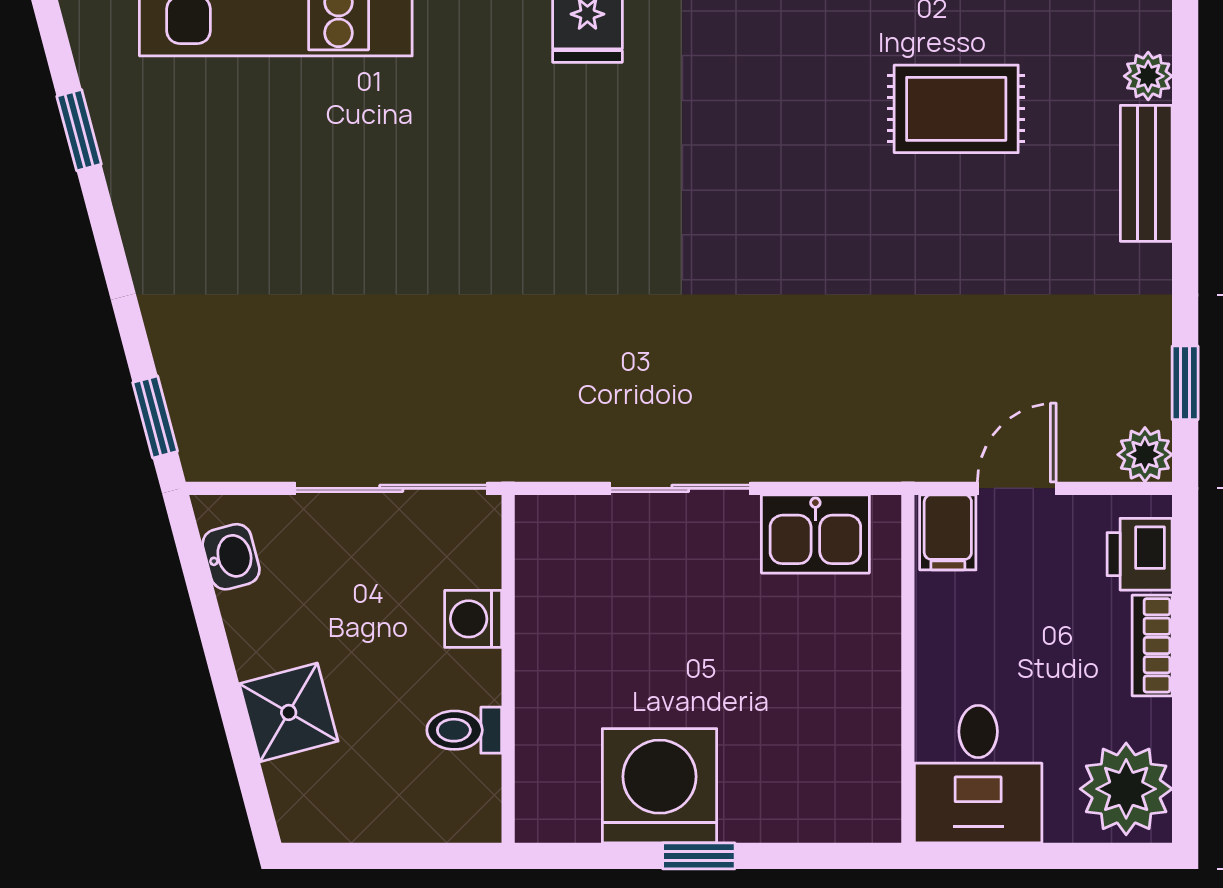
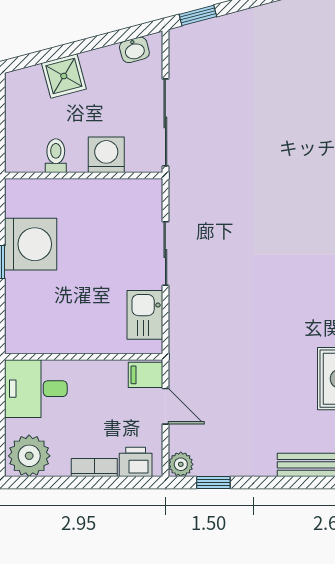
washing machine: (473, 619) -> (106, 155), width x1.38, depth x1.38

